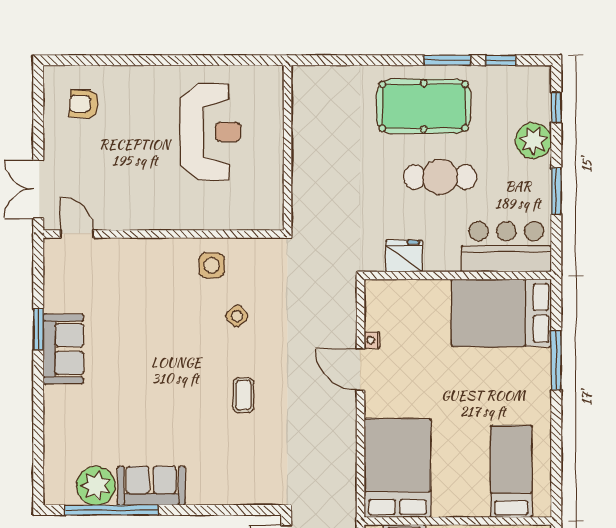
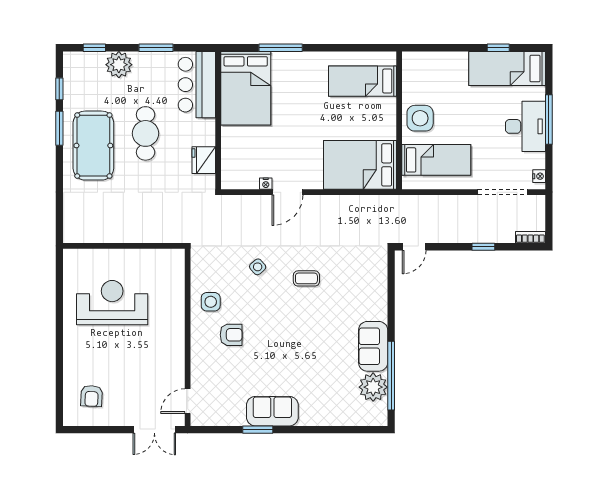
armchair: (167, 293) -> (231, 335), added
side table: (237, 316) -> (258, 267), moved

